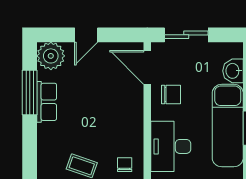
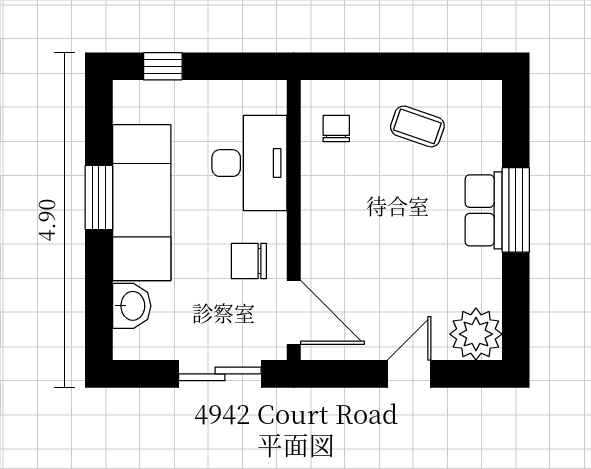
window: (30, 93) -> (516, 210), moved
row of seats: (47, 102) -> (484, 210), moved
chair: (125, 165) -> (336, 129), turned 180

